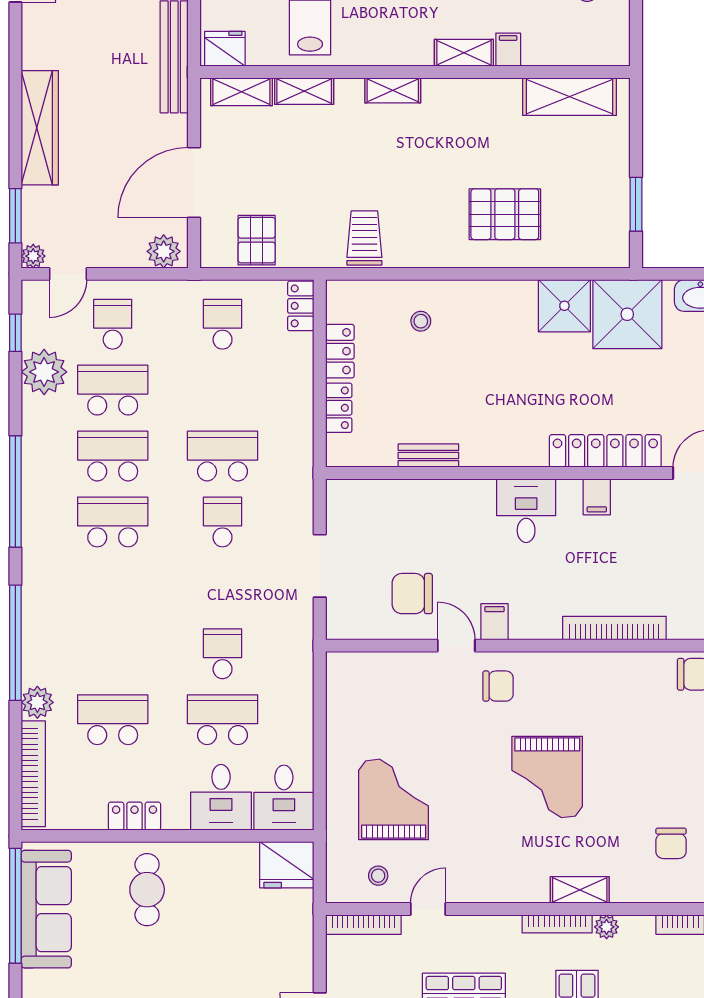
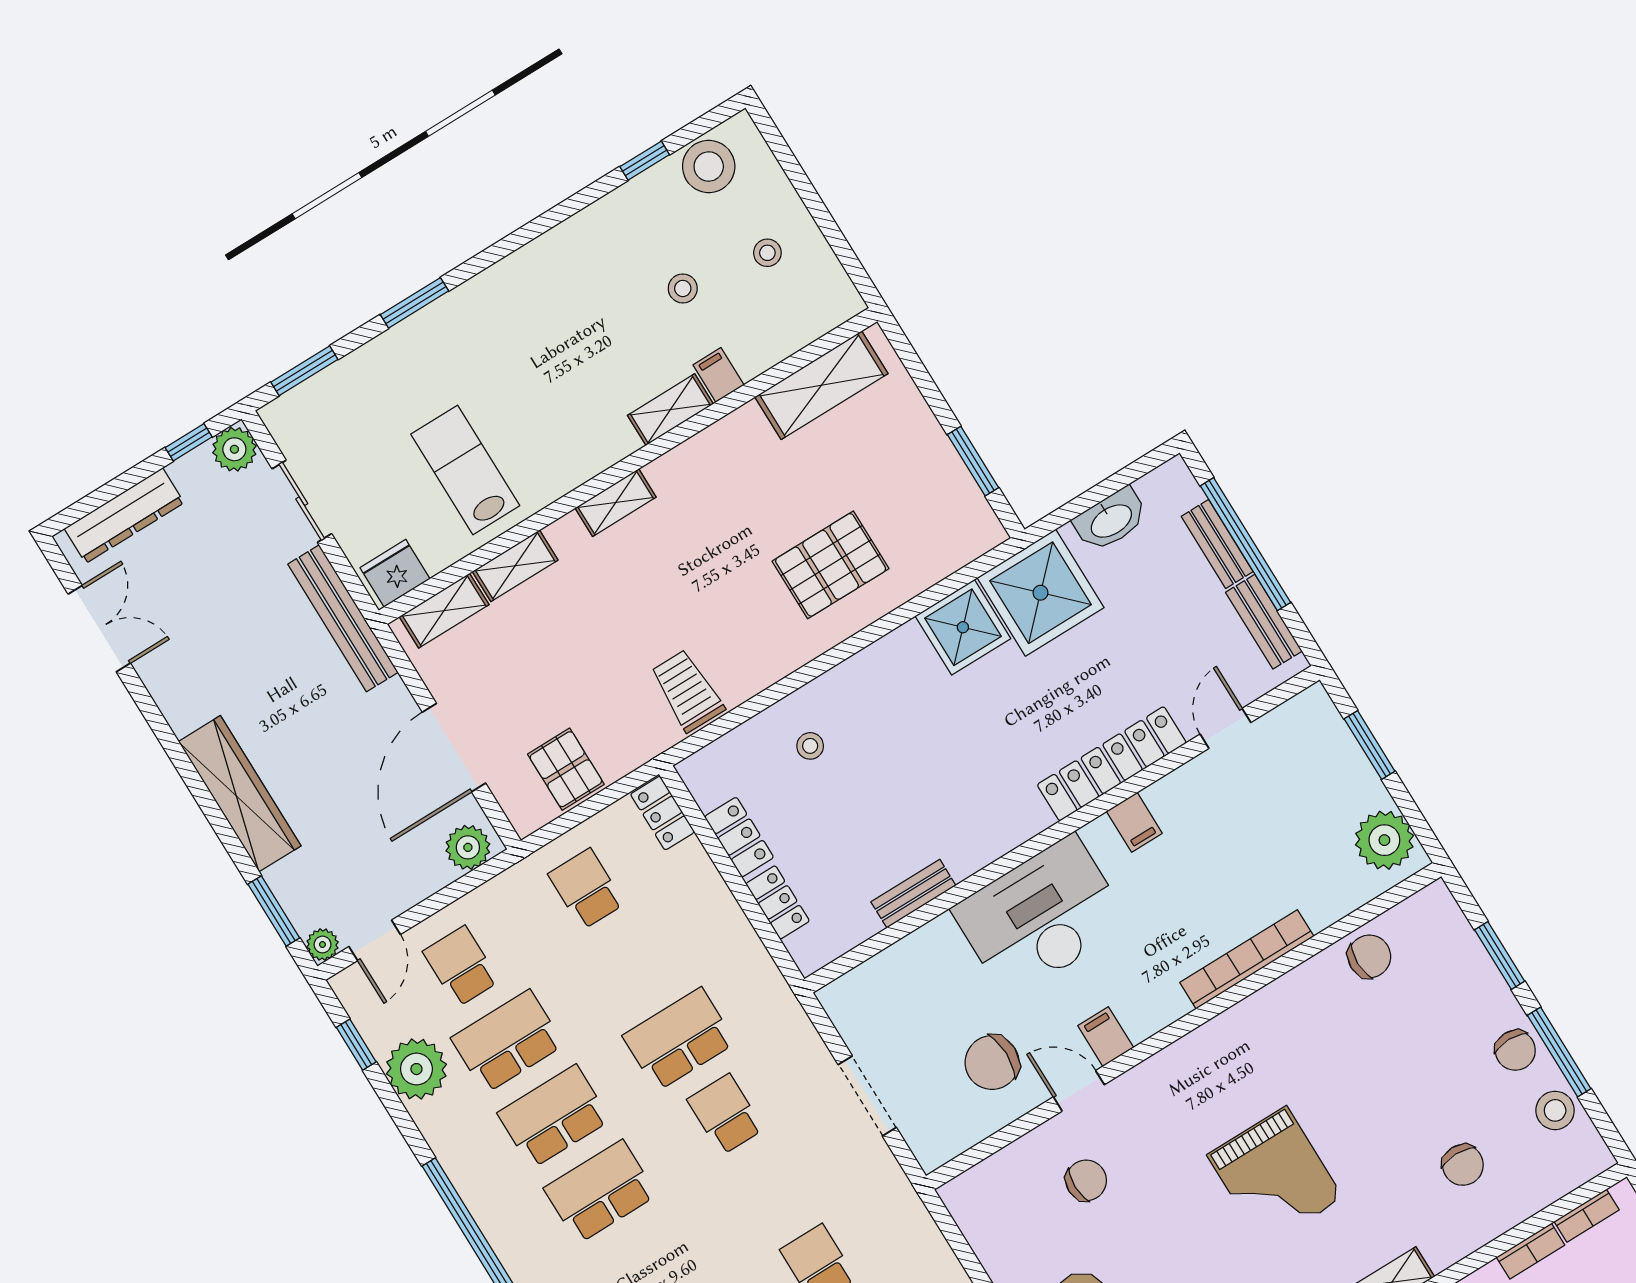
desk: (526, 511) -> (1041, 917), width x1.87, depth x1.30
chair: (498, 686) -> (1086, 1180), moved

